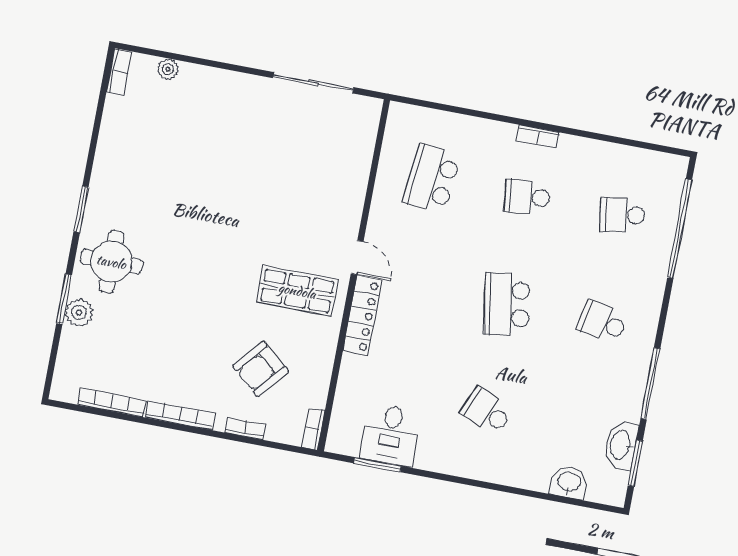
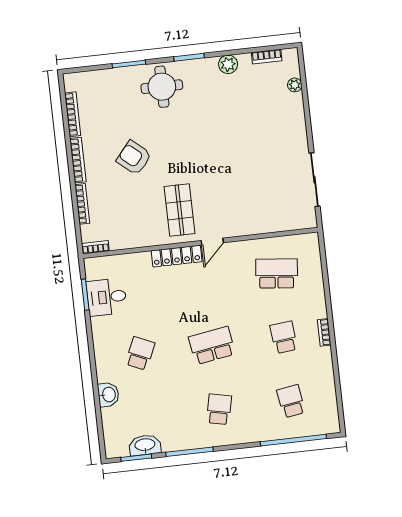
bookcase: (119, 72) -> (267, 57), moved
plant: (79, 313) -> (228, 64), moved
armchair: (261, 369) -> (134, 158), moved
bookcase: (245, 429) -> (82, 204), width x1.56
washbasin: (569, 482) -> (108, 395), moved

